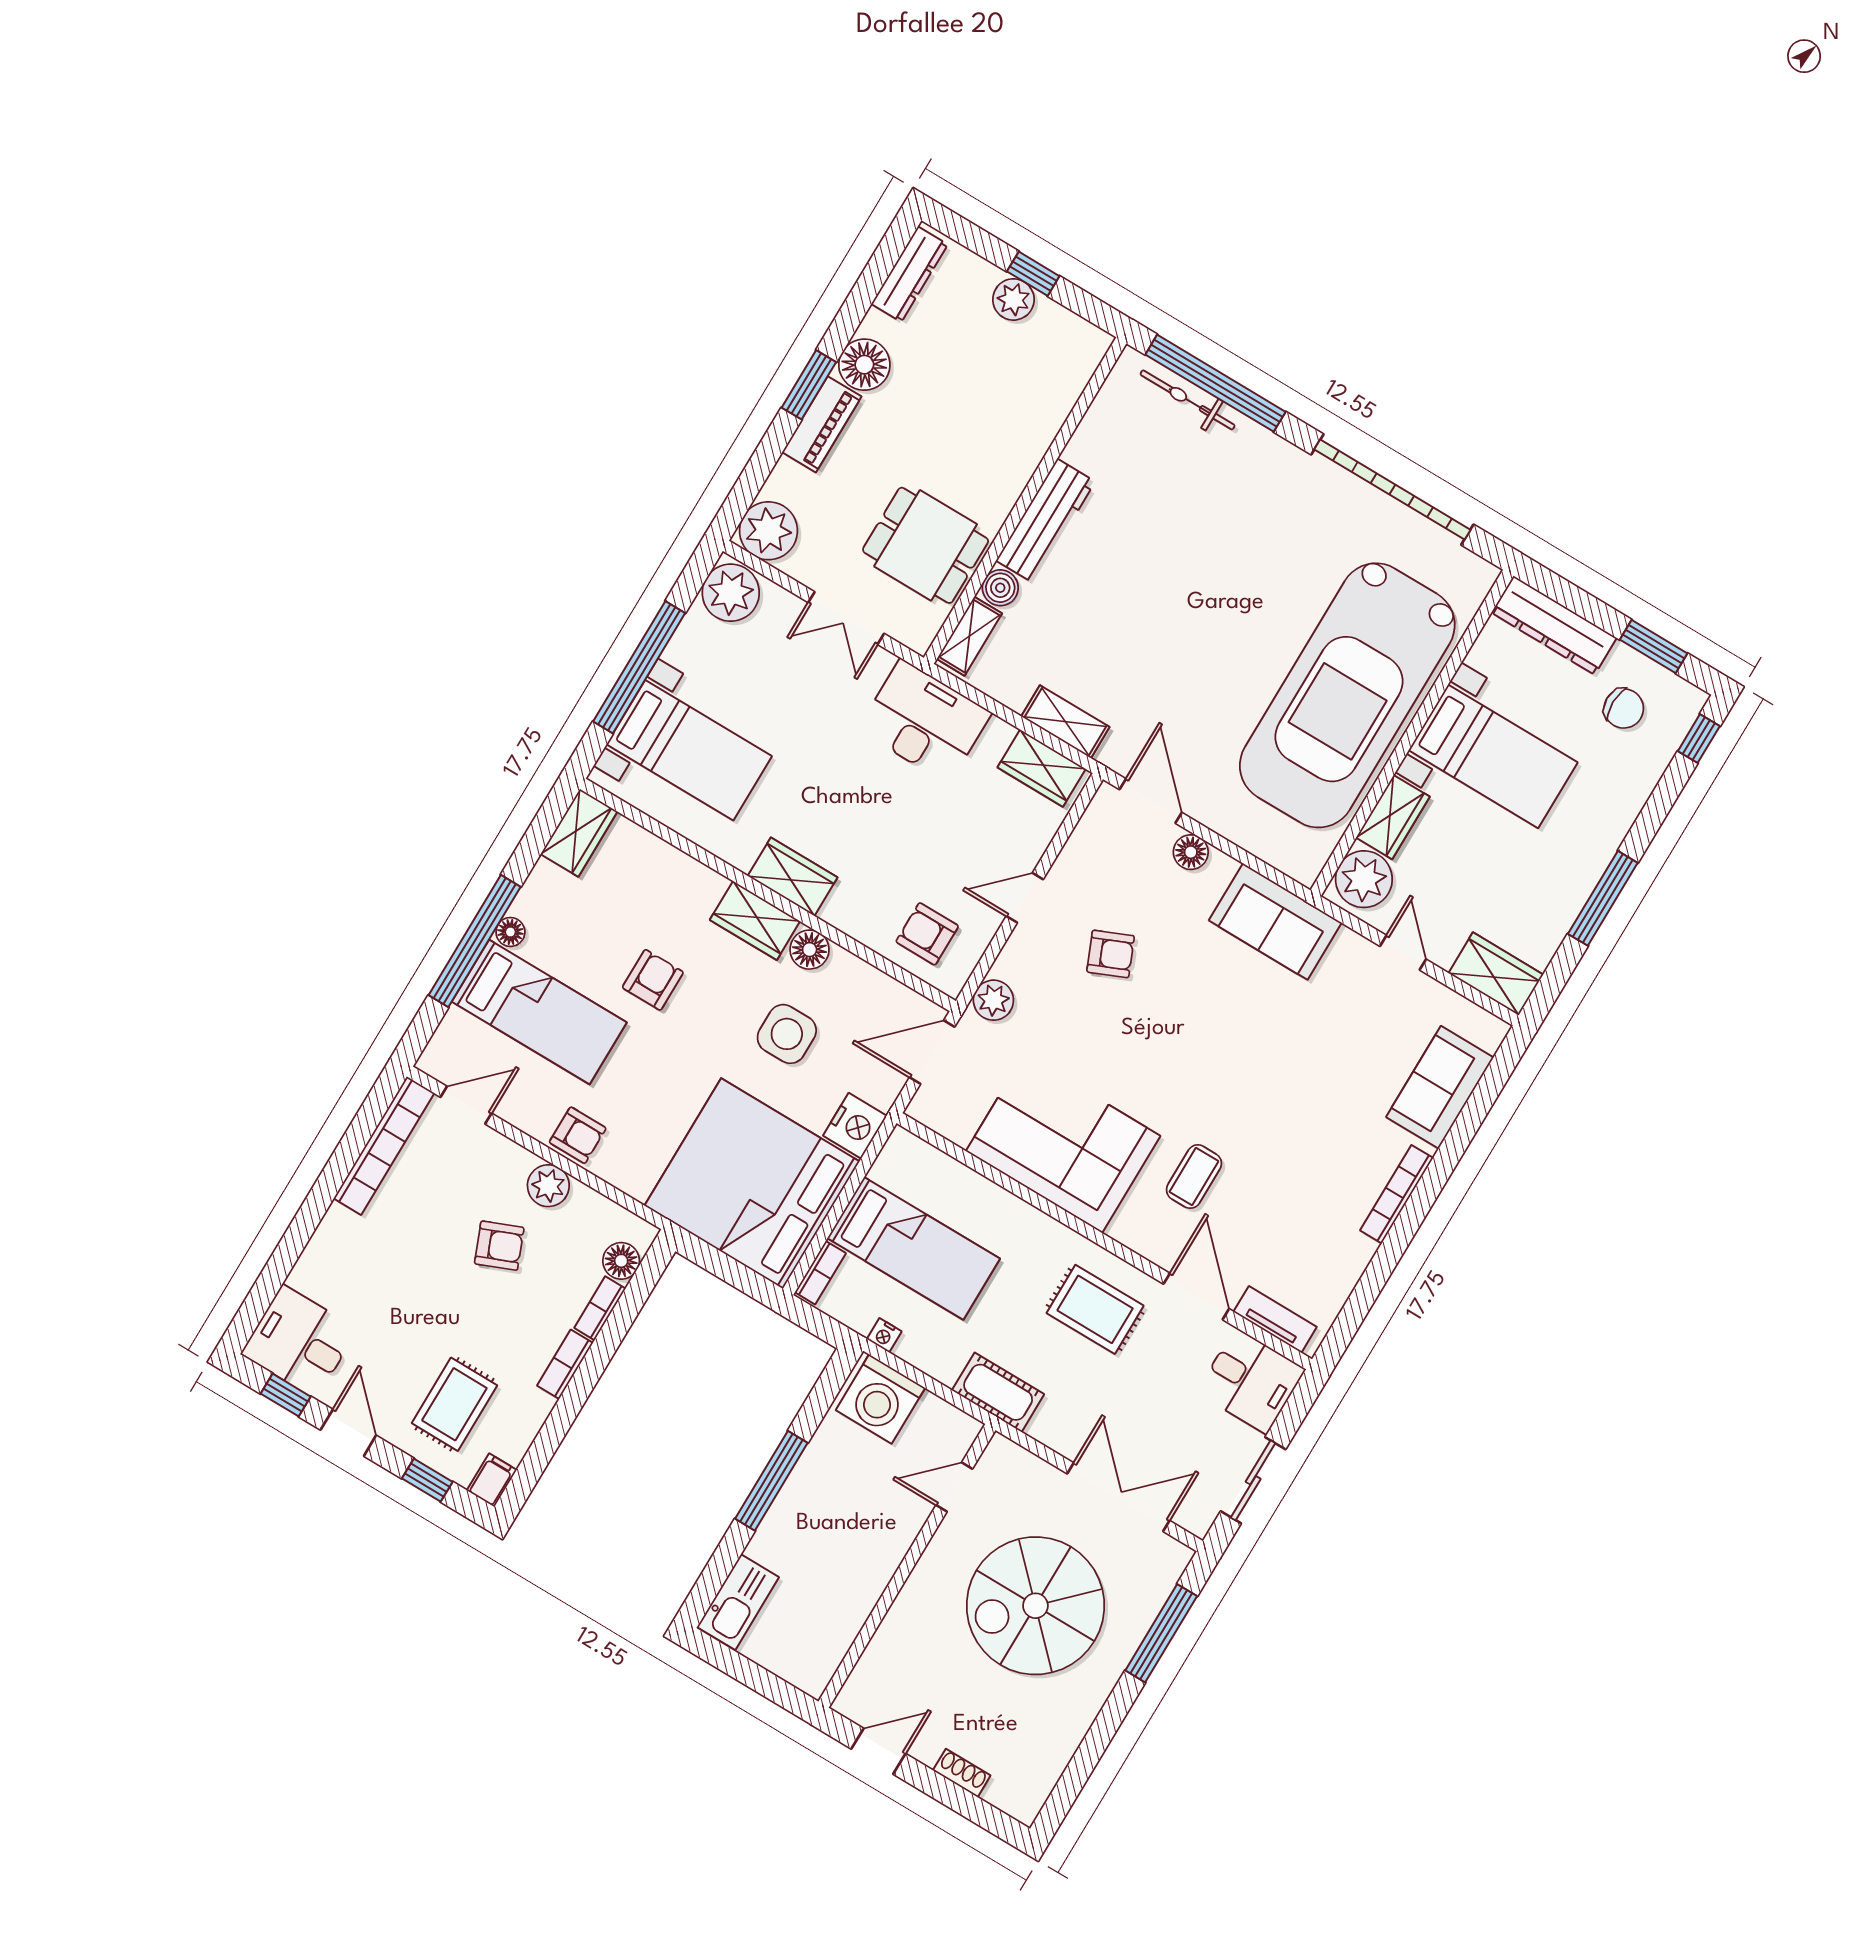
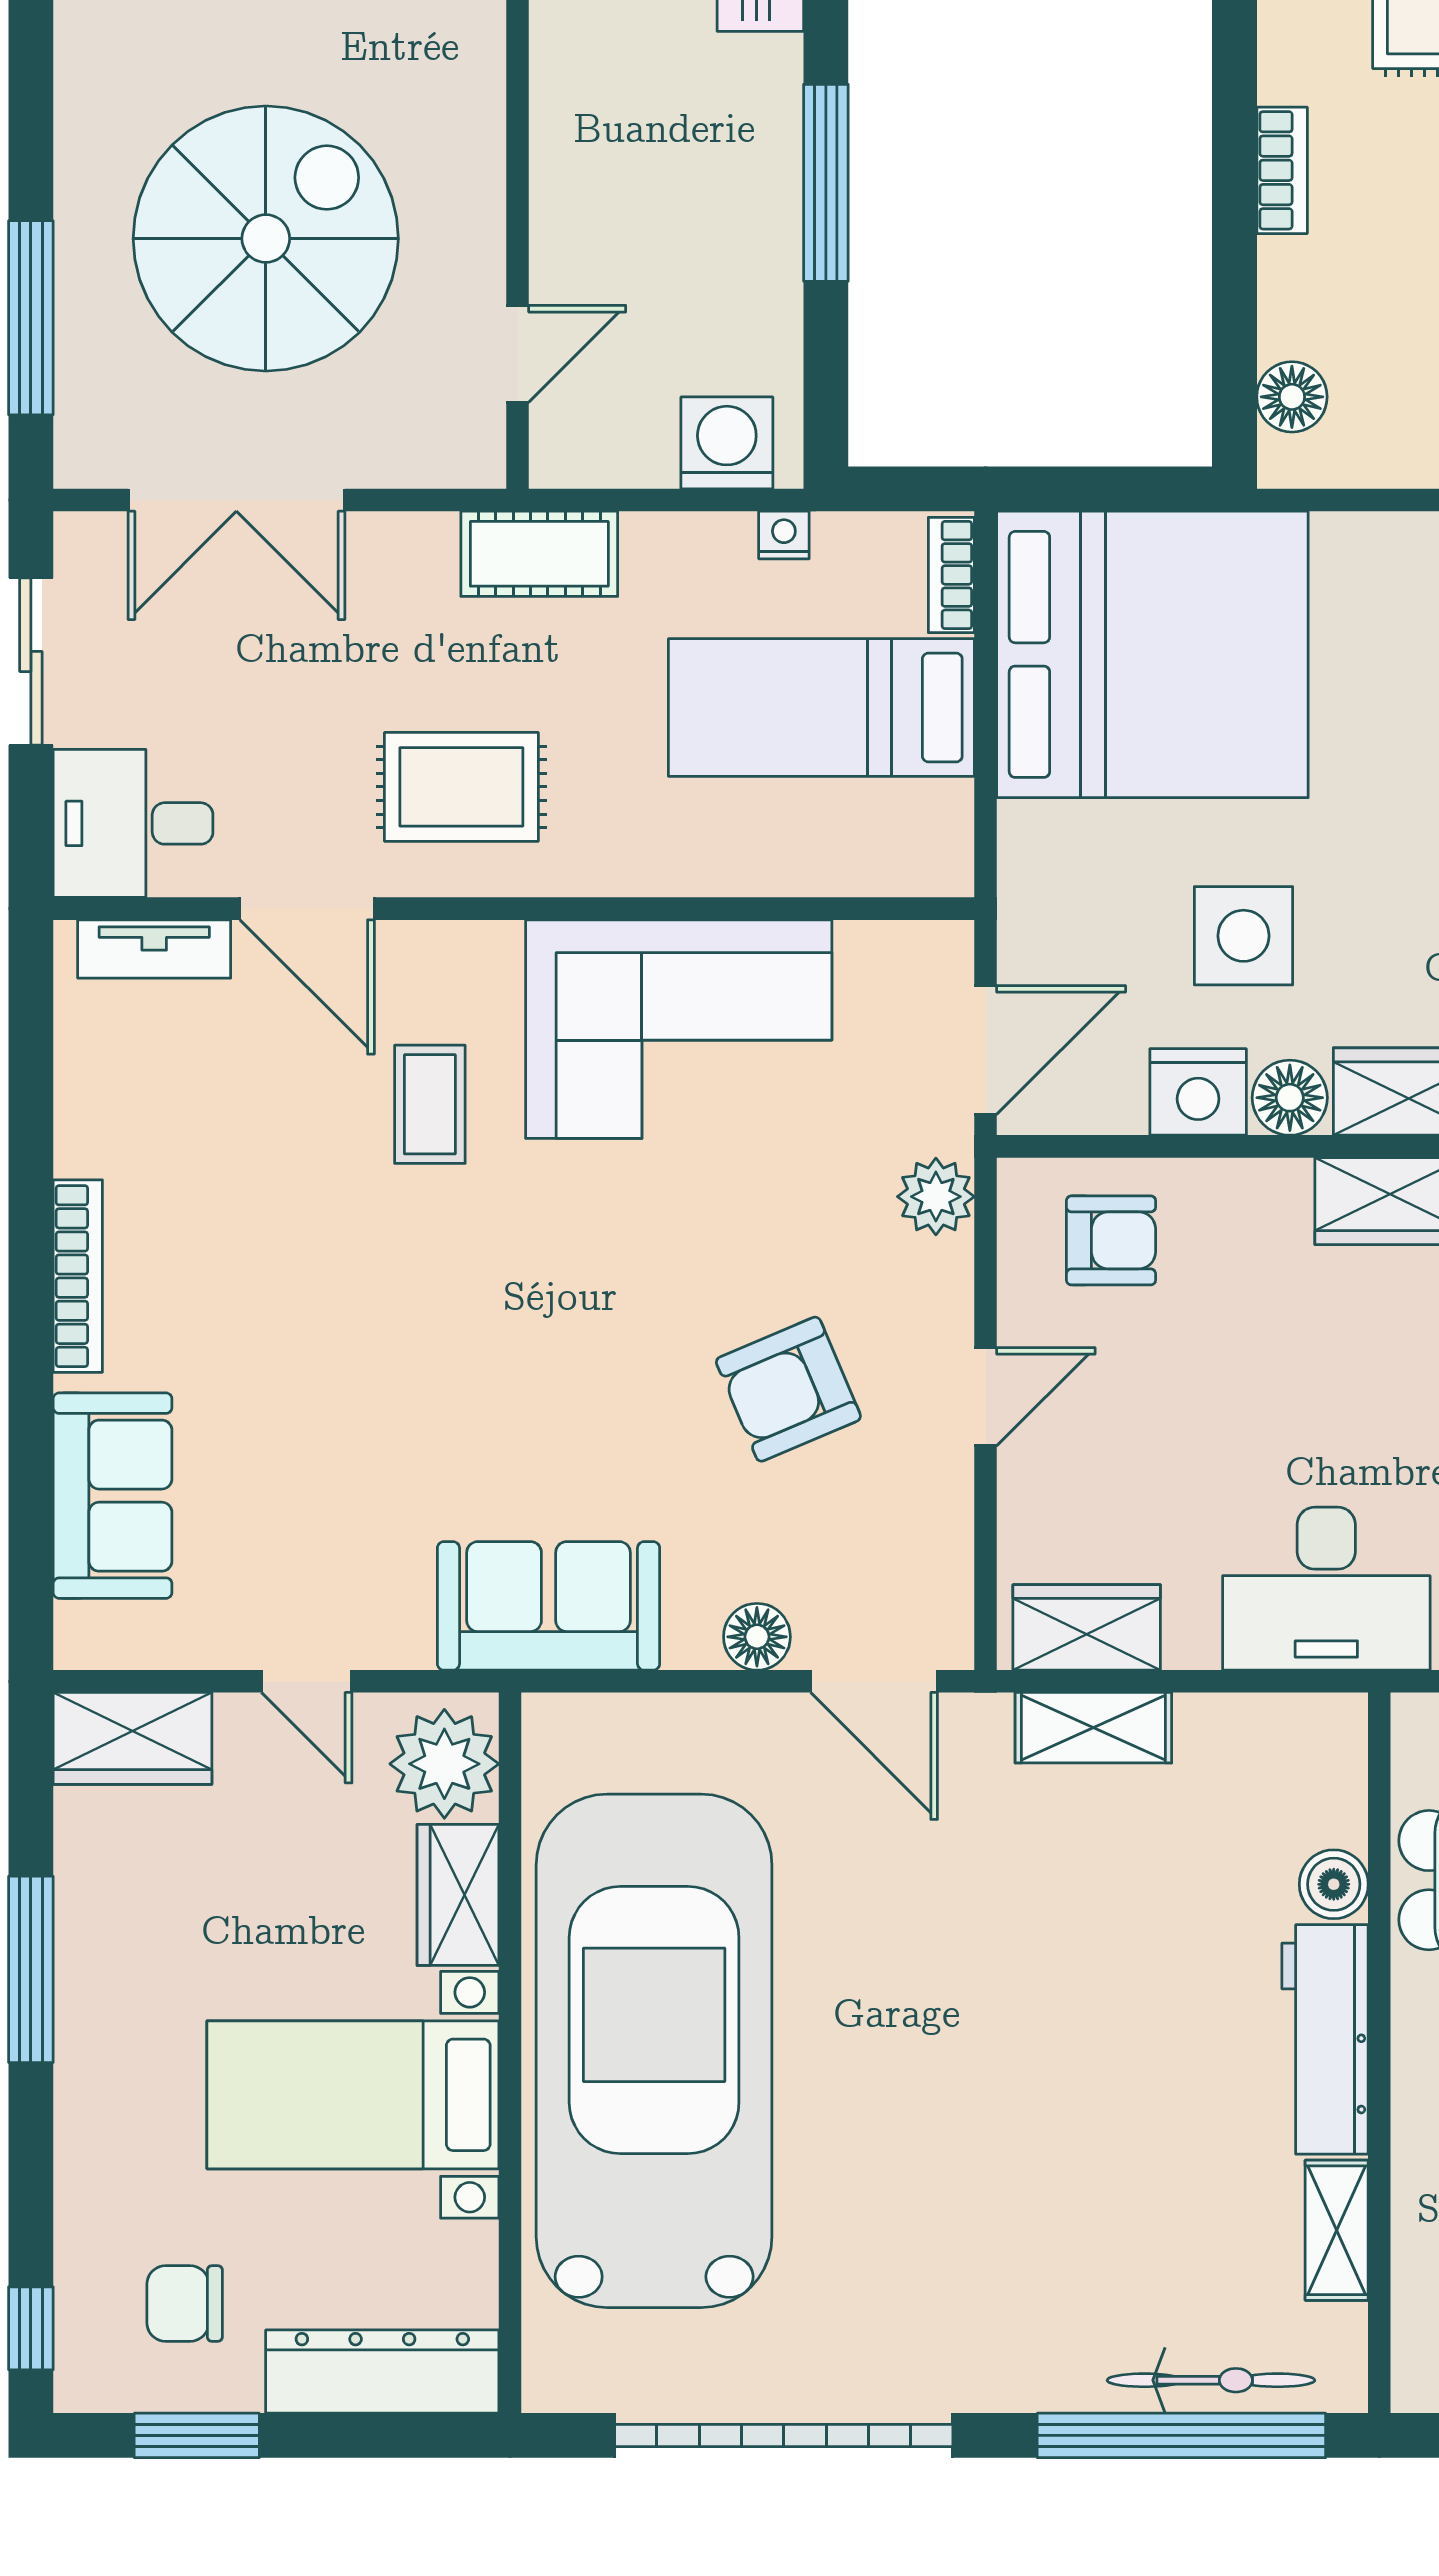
shelving: (969, 636) -> (1337, 2230), moved
armchair: (1111, 954) -> (788, 1389), width x1.38, depth x1.38
nightstand: (855, 1126) -> (1198, 1092), moved, turned -90
bookcase: (600, 1308) -> (1280, 298), removed
washing machine: (880, 1399) -> (727, 443), width x0.73, depth x0.73

